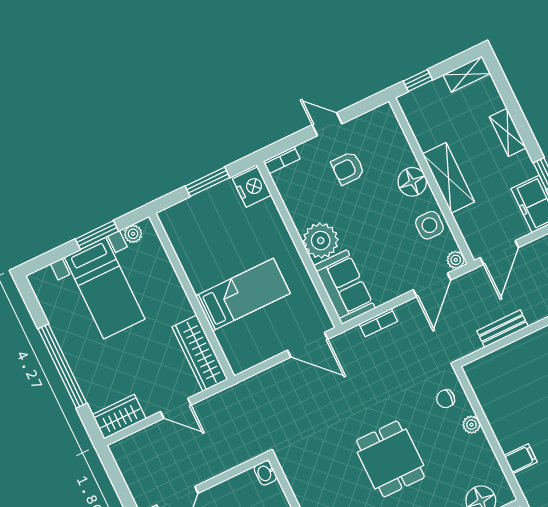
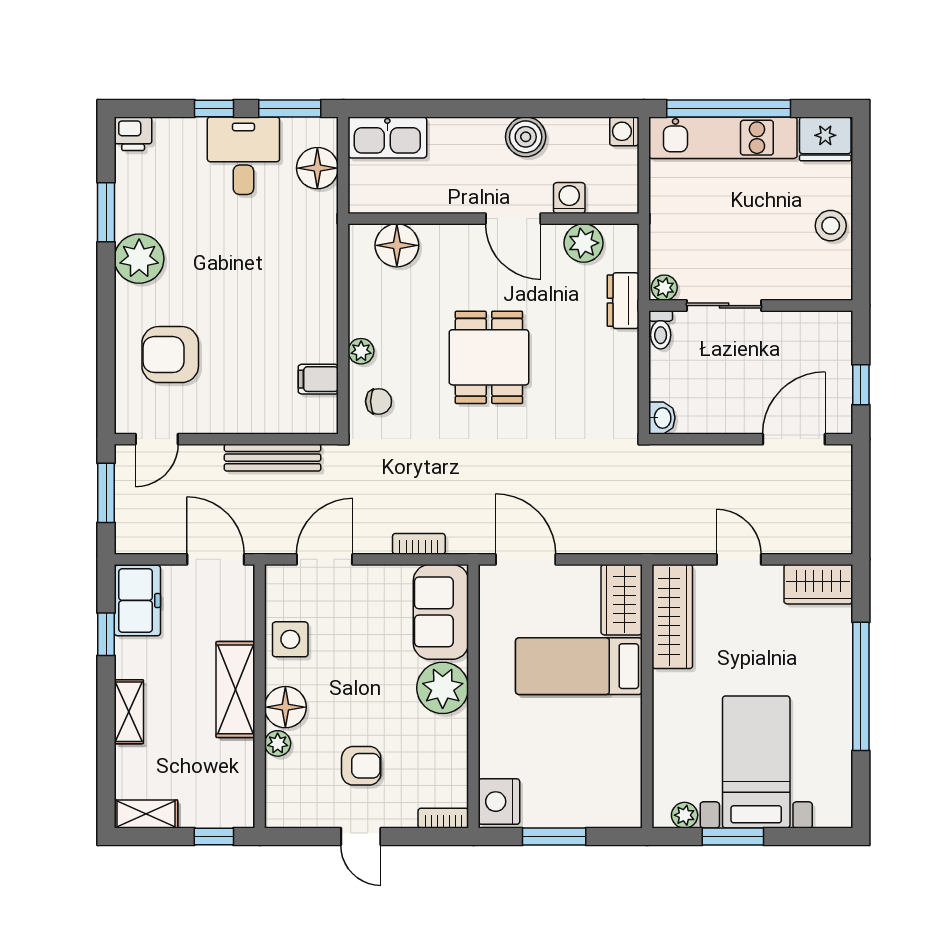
door: (499, 253) -> (216, 559), hinge flipped
plant: (456, 260) -> (278, 743), moved
bench: (502, 329) -> (273, 458), width x1.36
wardrobe: (236, 348) -> (622, 600), added
filing cabinet: (521, 459) -> (318, 379), moved

